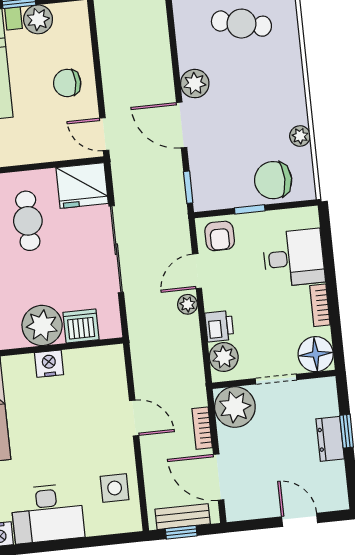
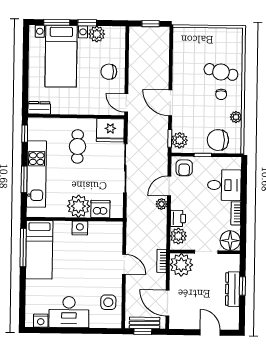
cafe table: (241, 24) -> (221, 72), moved
plant: (195, 84) -> (180, 140), moved
chair: (269, 99) -> (221, 94), added
bookcase: (202, 428) -> (162, 261), moved
dresser: (330, 439) -> (233, 289), width x1.44

